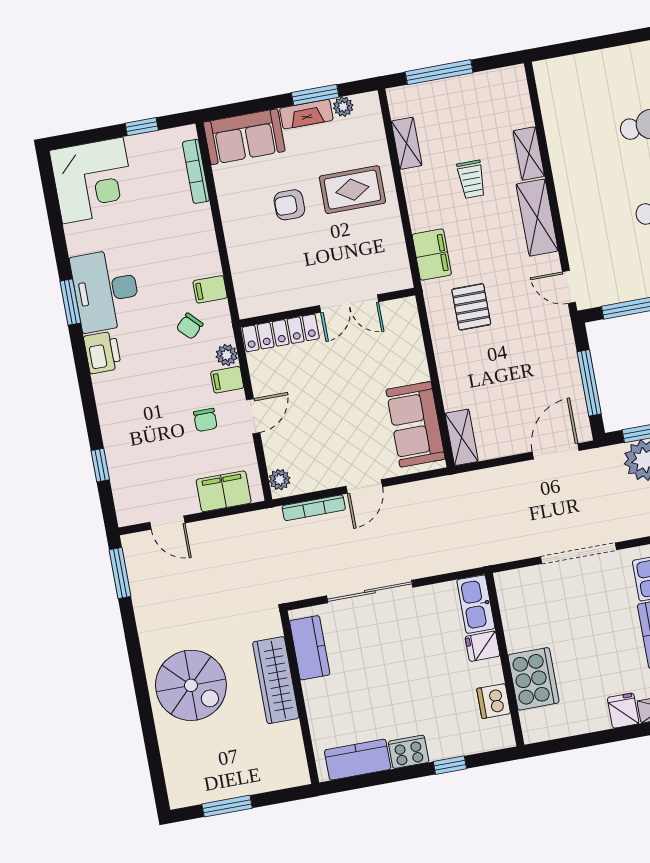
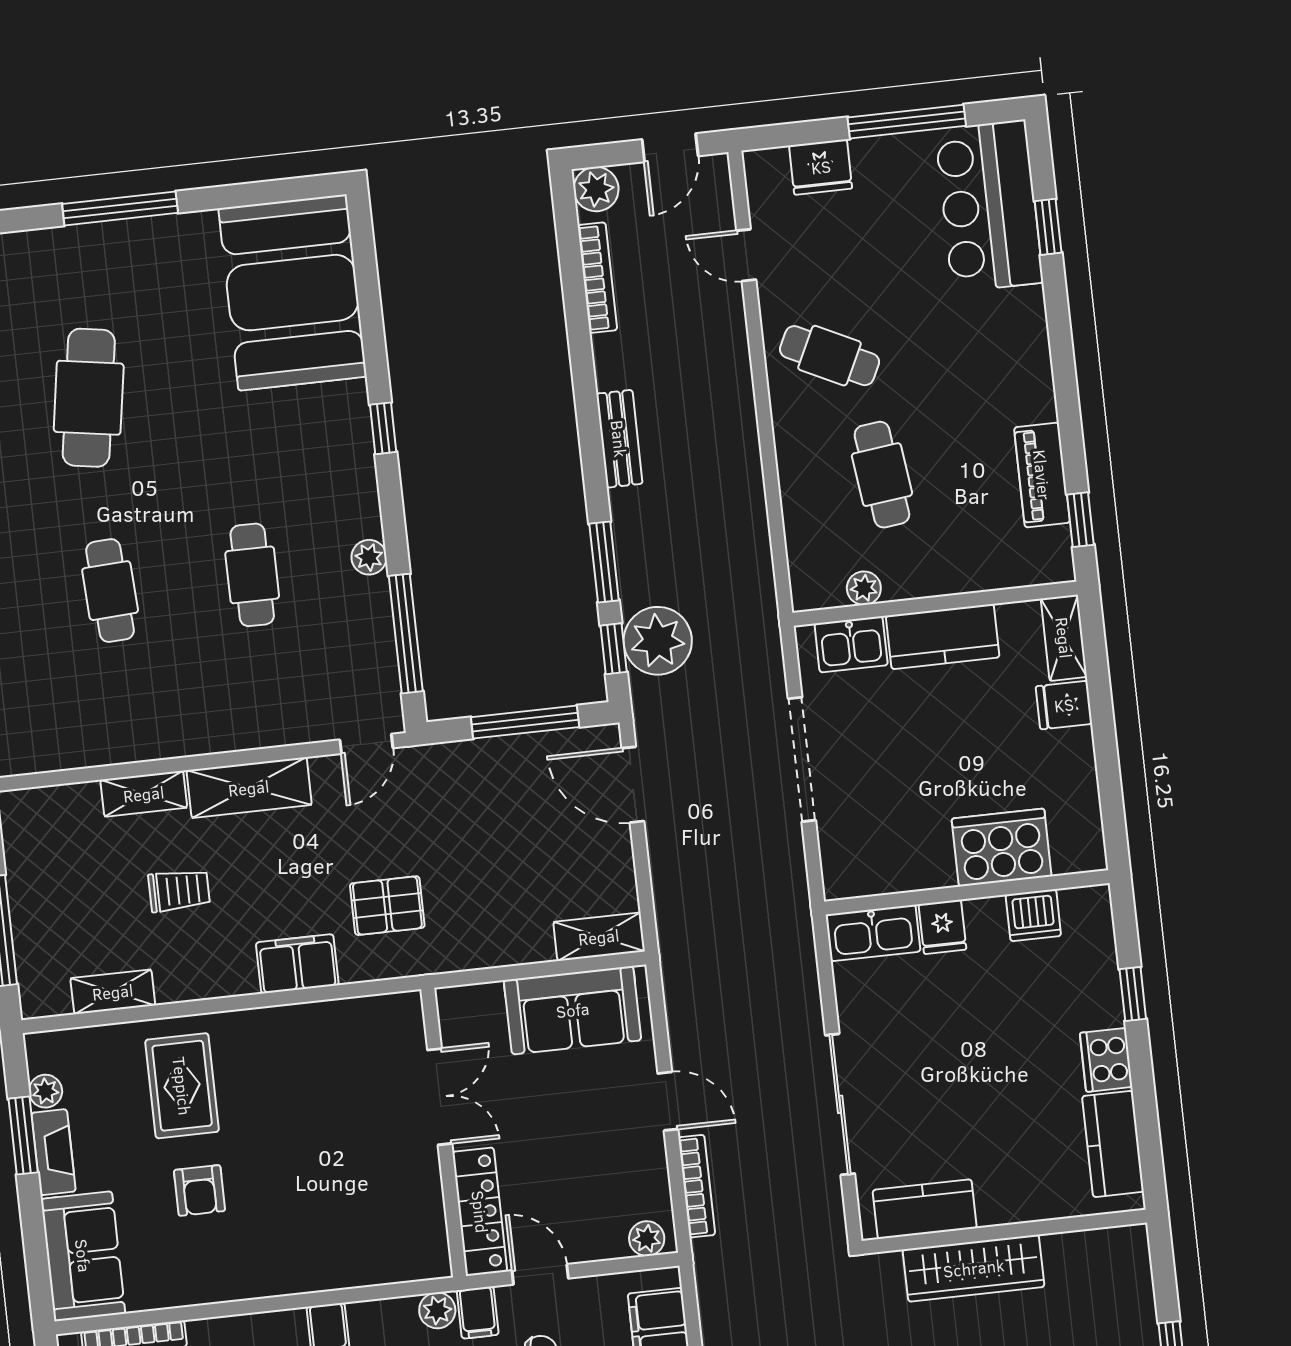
double door: (349, 304) -> (440, 1097), moved
wall: (327, 308) -> (444, 1133), moved
locker: (281, 333) -> (480, 1212), moved

